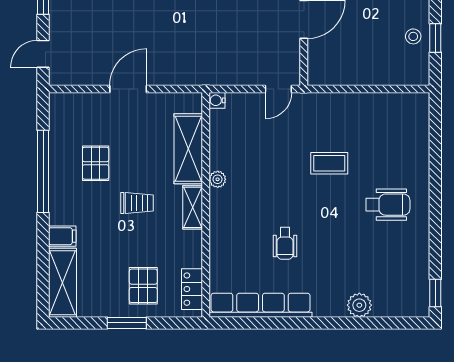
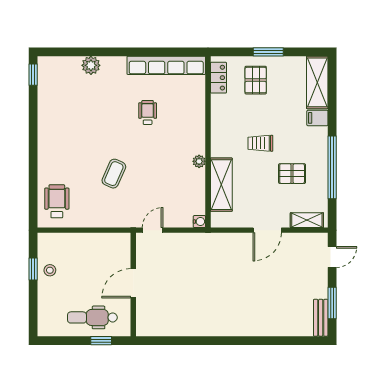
pallet: (96, 163) -> (292, 174), turned 90
coffee table: (329, 163) -> (114, 174), turned -66
wheelchair: (388, 205) -> (57, 201), moved, turned 90
shelving: (193, 207) -> (307, 220), moved, turned 90

